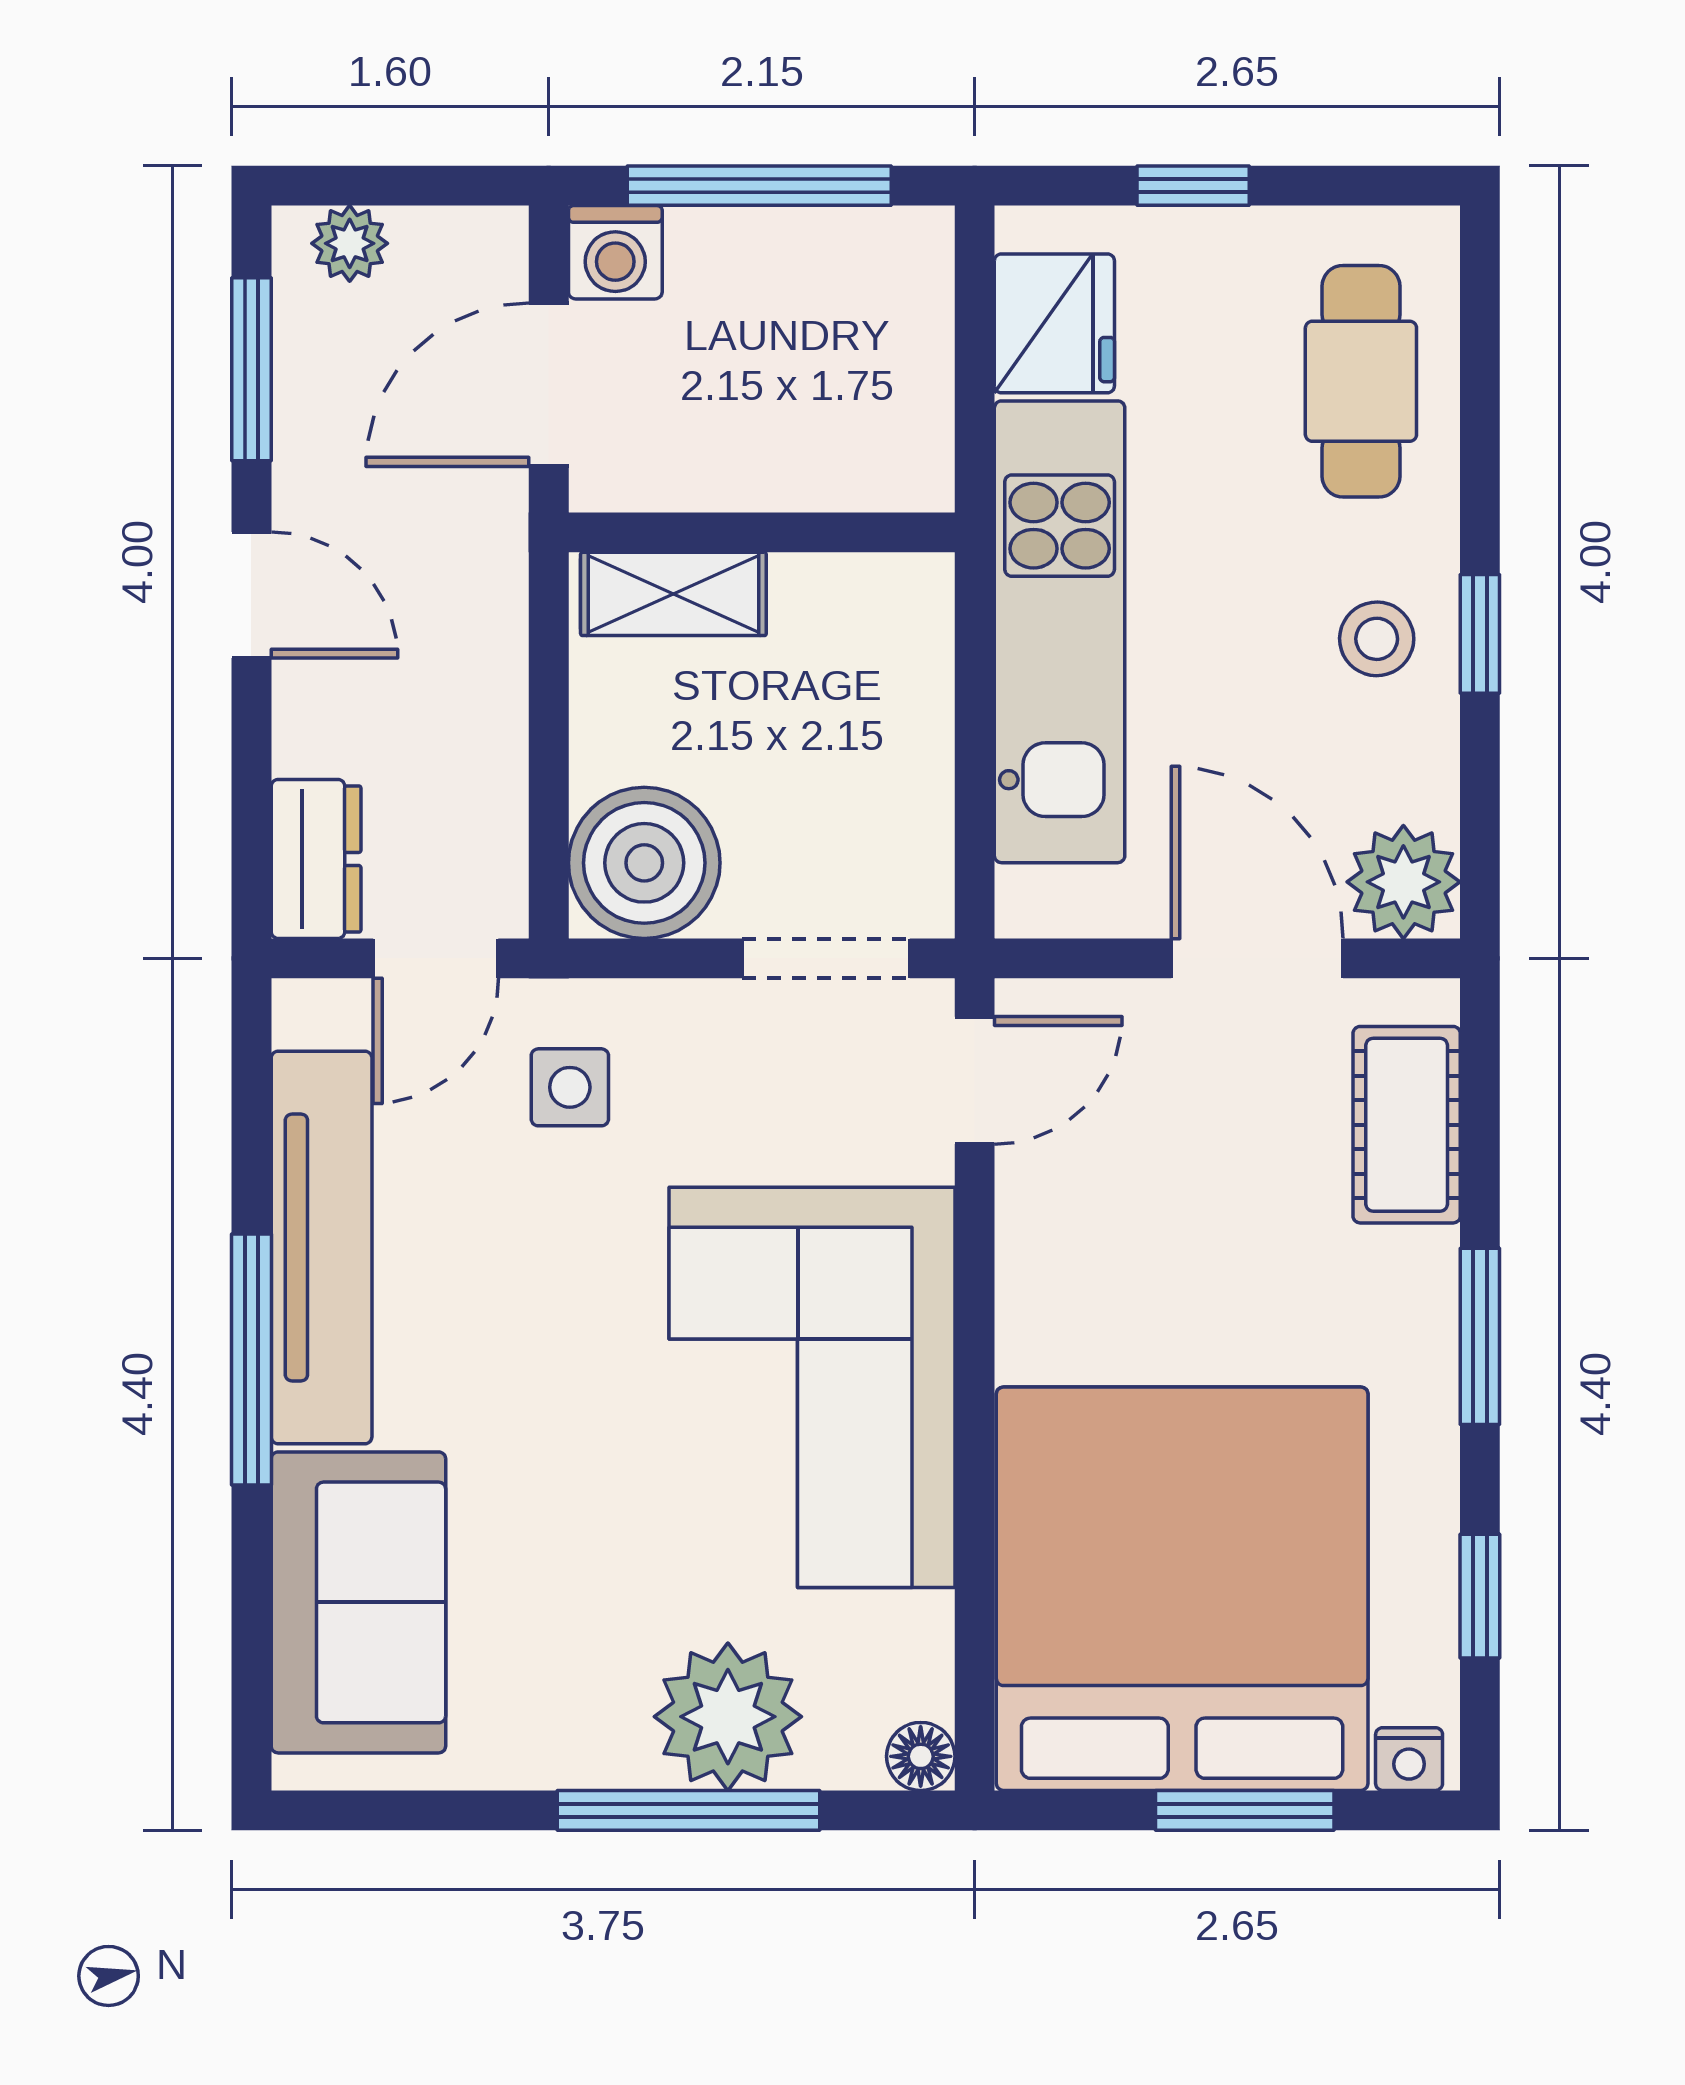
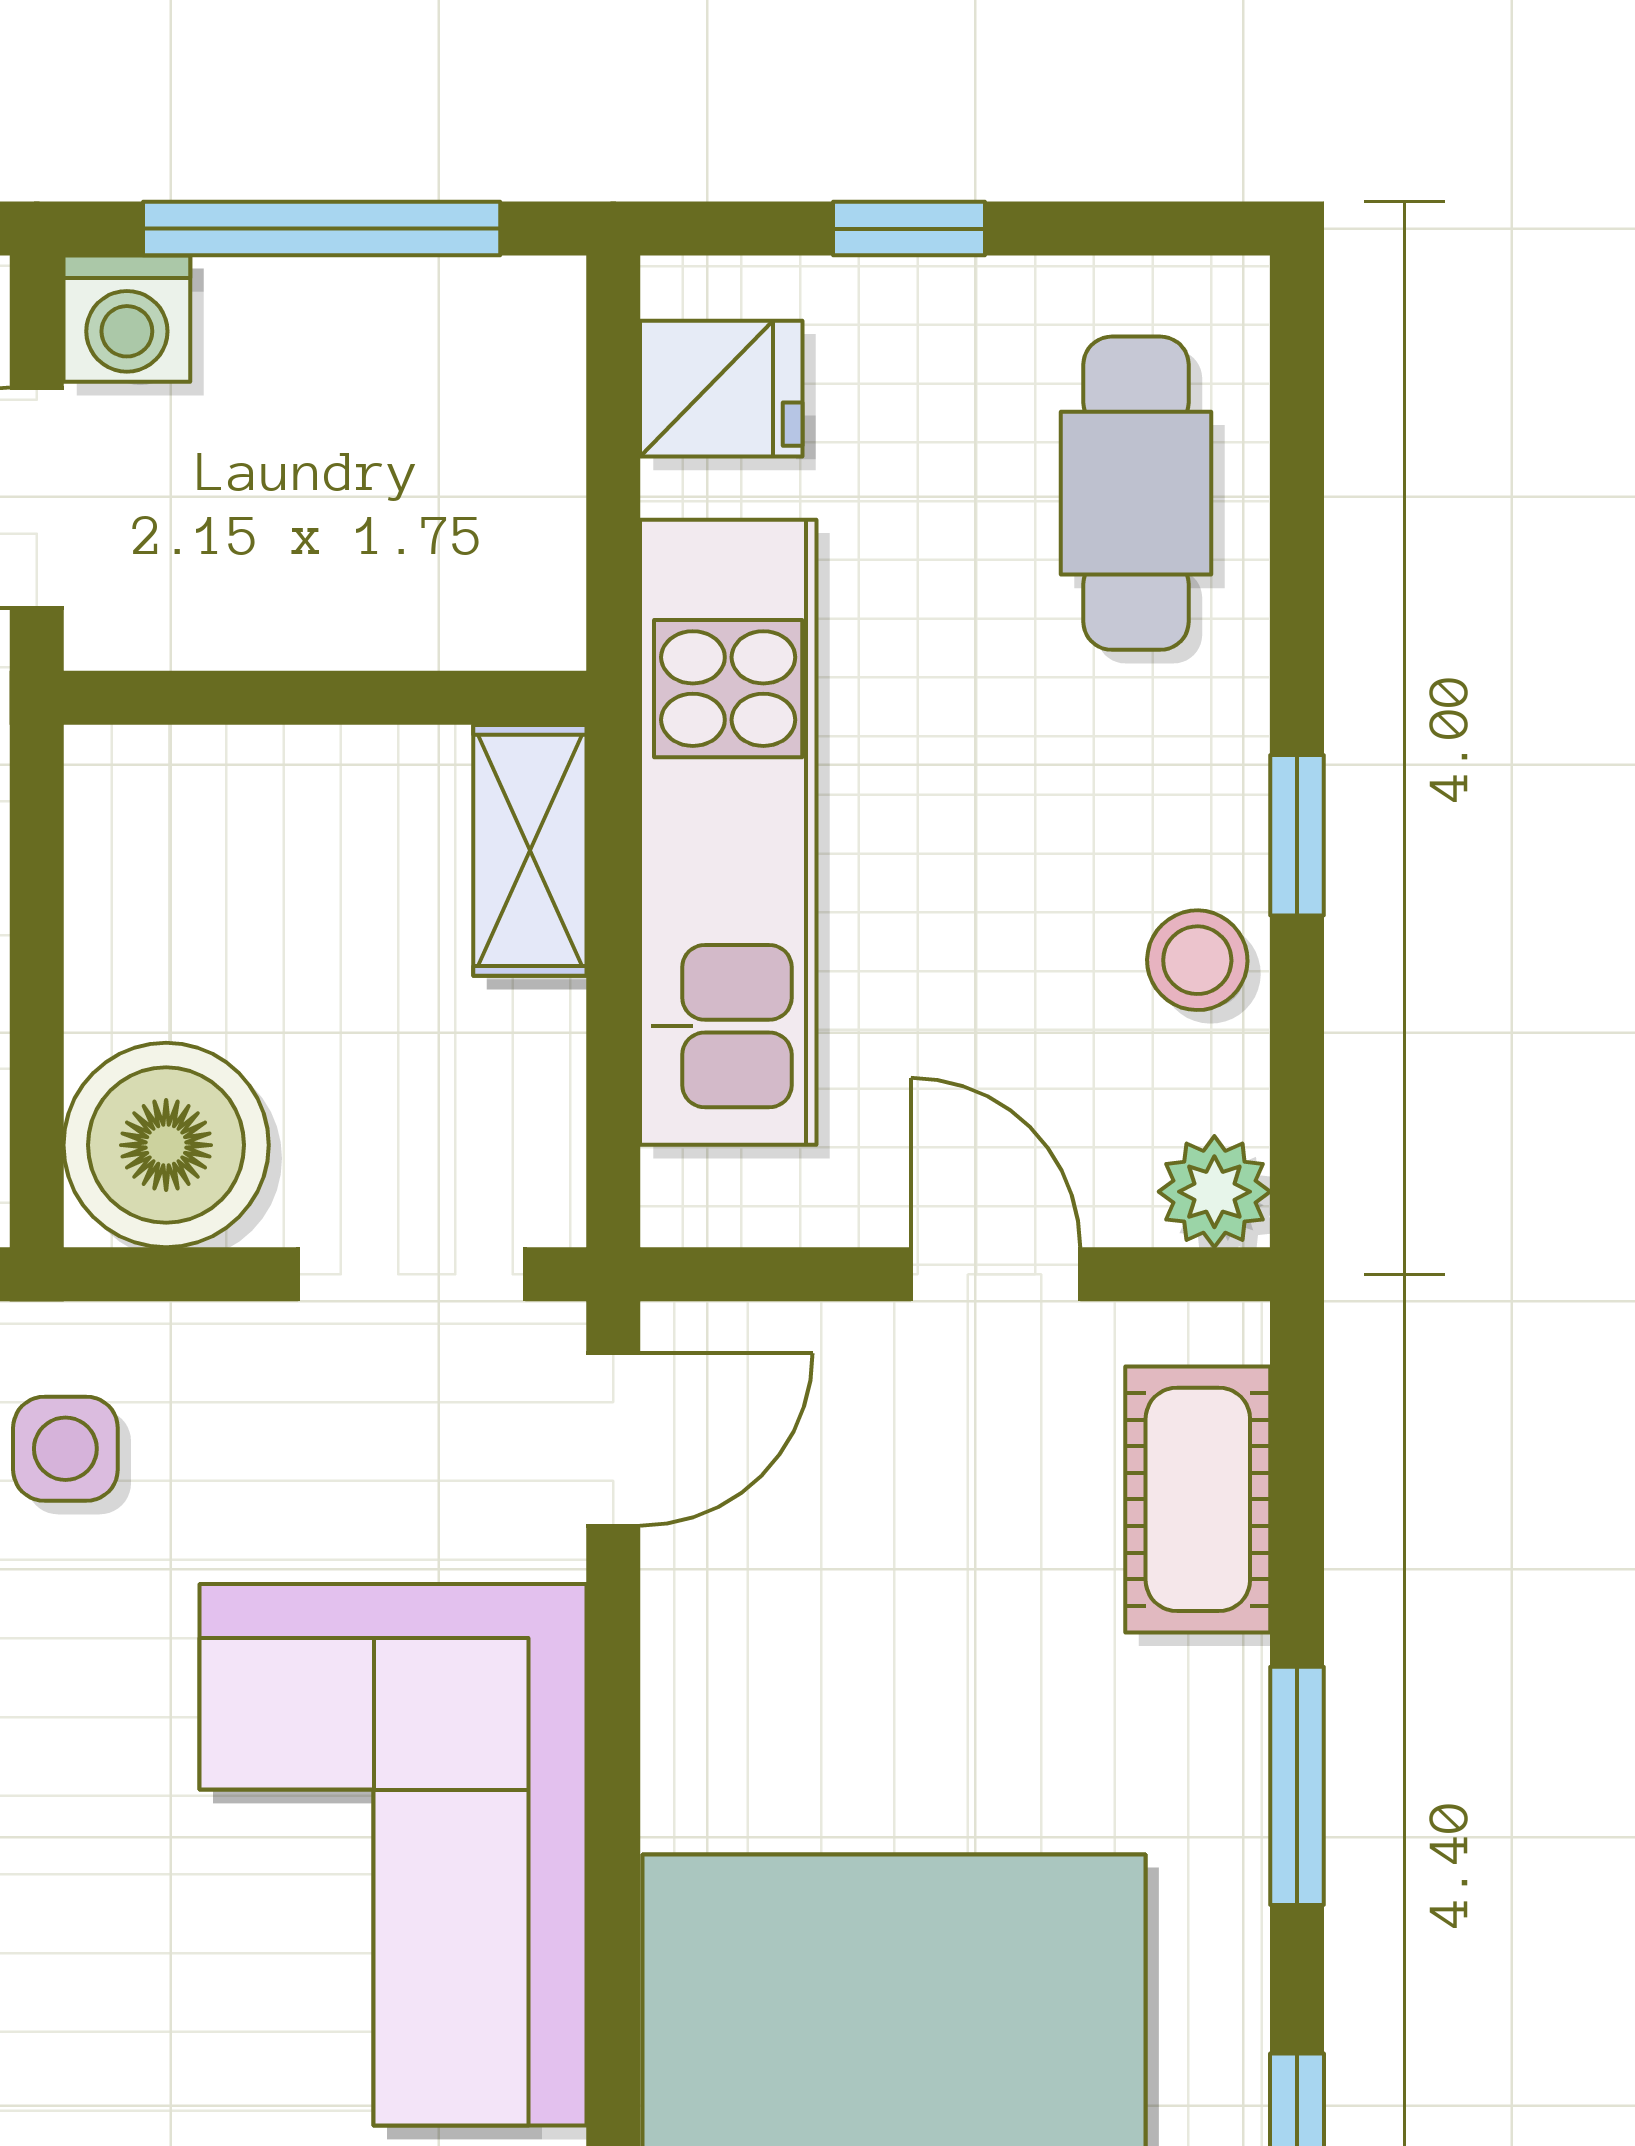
fridge: (1054, 323) -> (721, 389), width x0.72
shelving: (673, 594) -> (530, 850), moved, turned 90
stool: (1377, 639) -> (1197, 960), moved
plant: (1403, 882) -> (1214, 1192), width x0.73, depth x0.73
door: (1257, 958) -> (996, 1274), width x0.73

